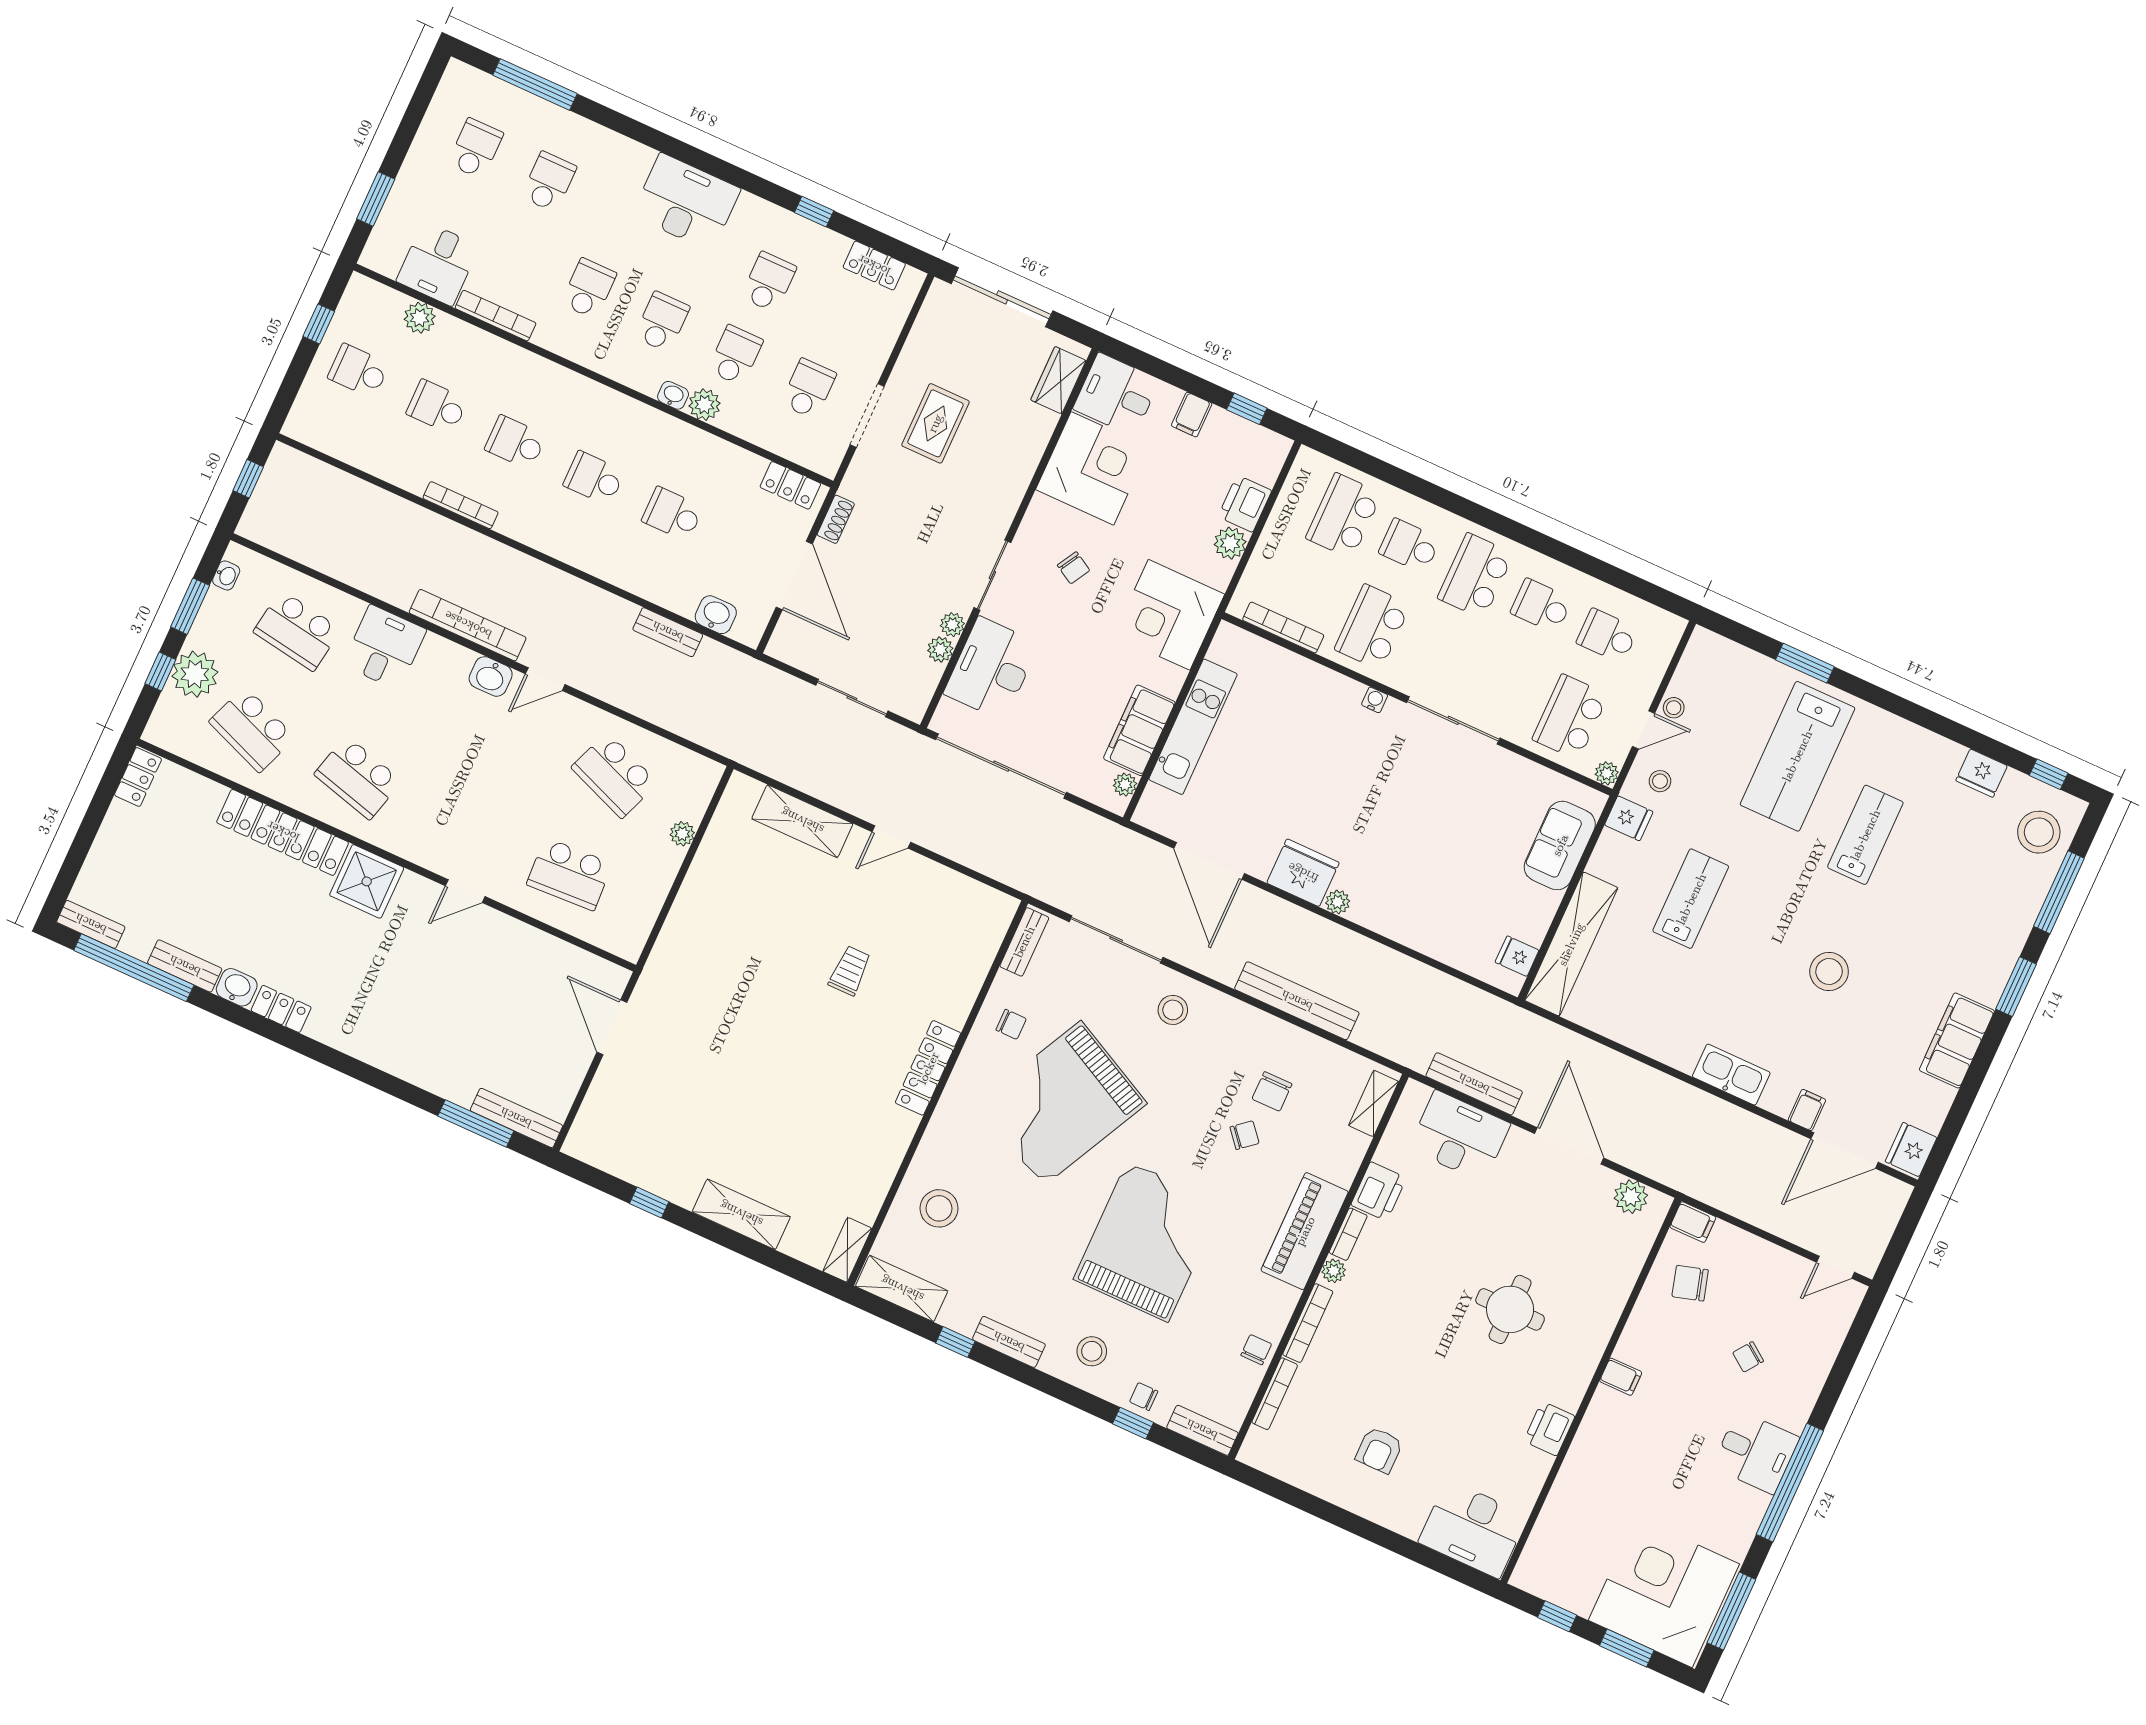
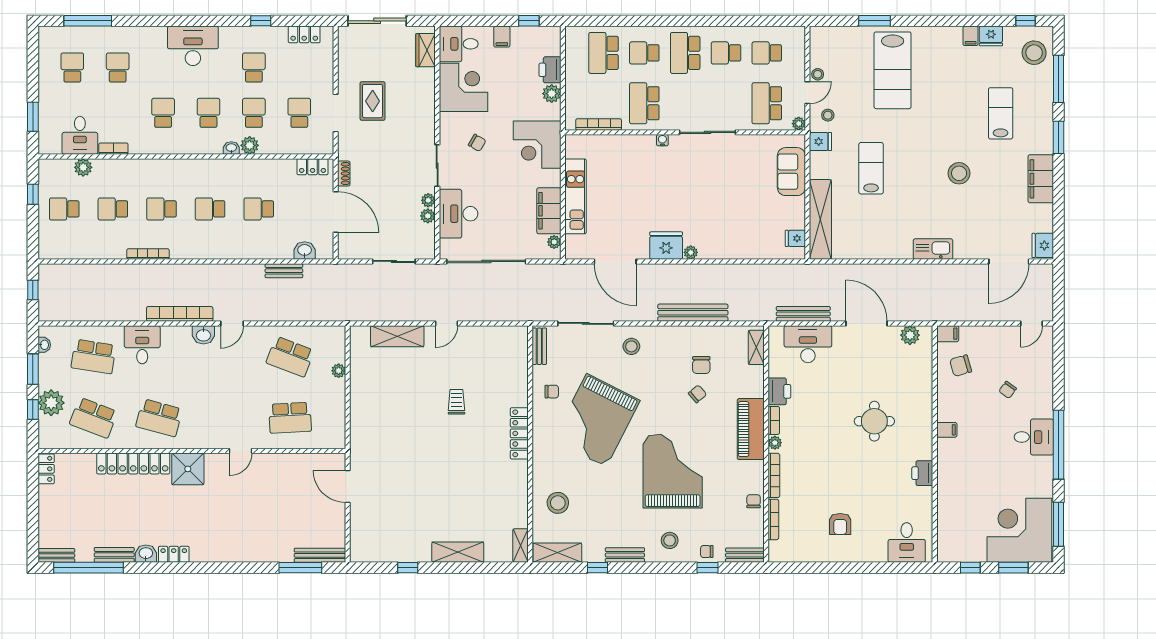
bookcase: (496, 316) -> (113, 149), width x0.64
lab bench: (1865, 835) -> (1001, 113), moved
filing cabinet: (1807, 1110) -> (971, 36), moved, turned 180
desk: (1473, 1529) -> (907, 542), width x0.73

